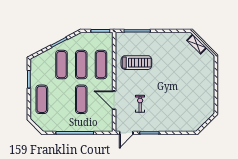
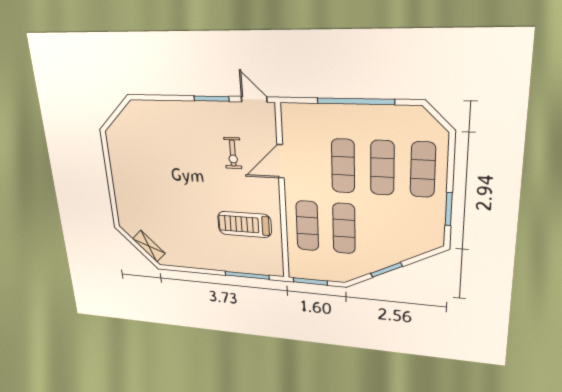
exercise mat: (62, 65) -> (382, 168), moved
door: (114, 100) -> (281, 161), swing flipped
door: (126, 133) -> (254, 99), hinge flipped

